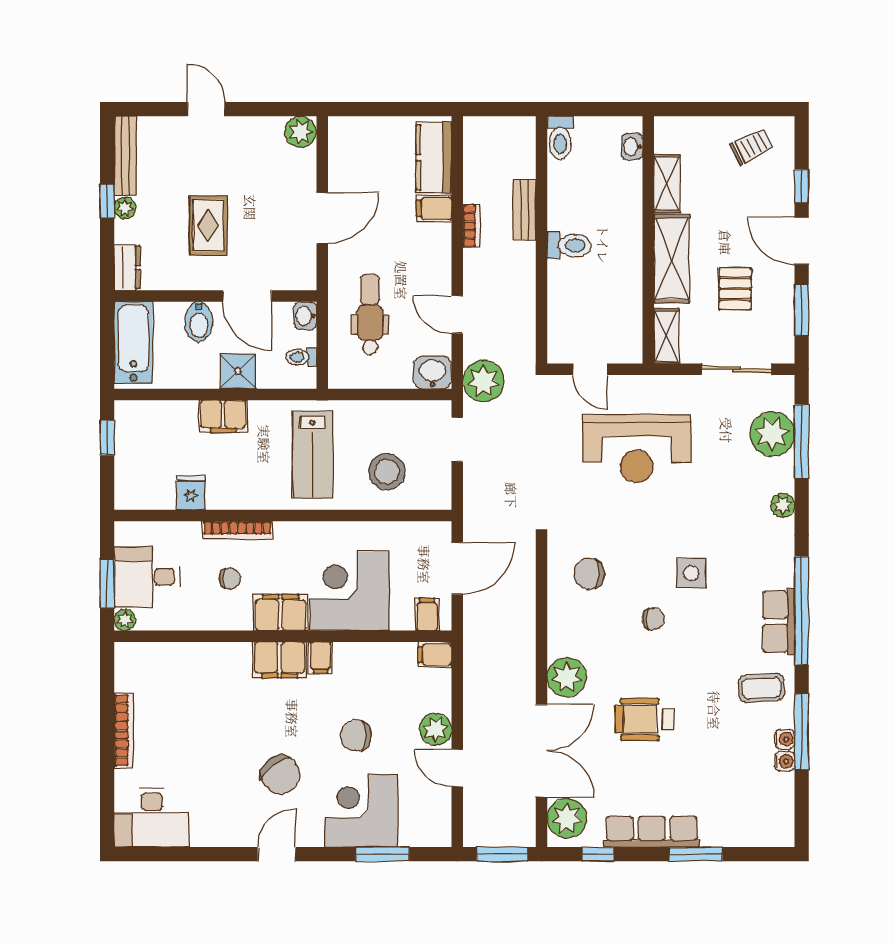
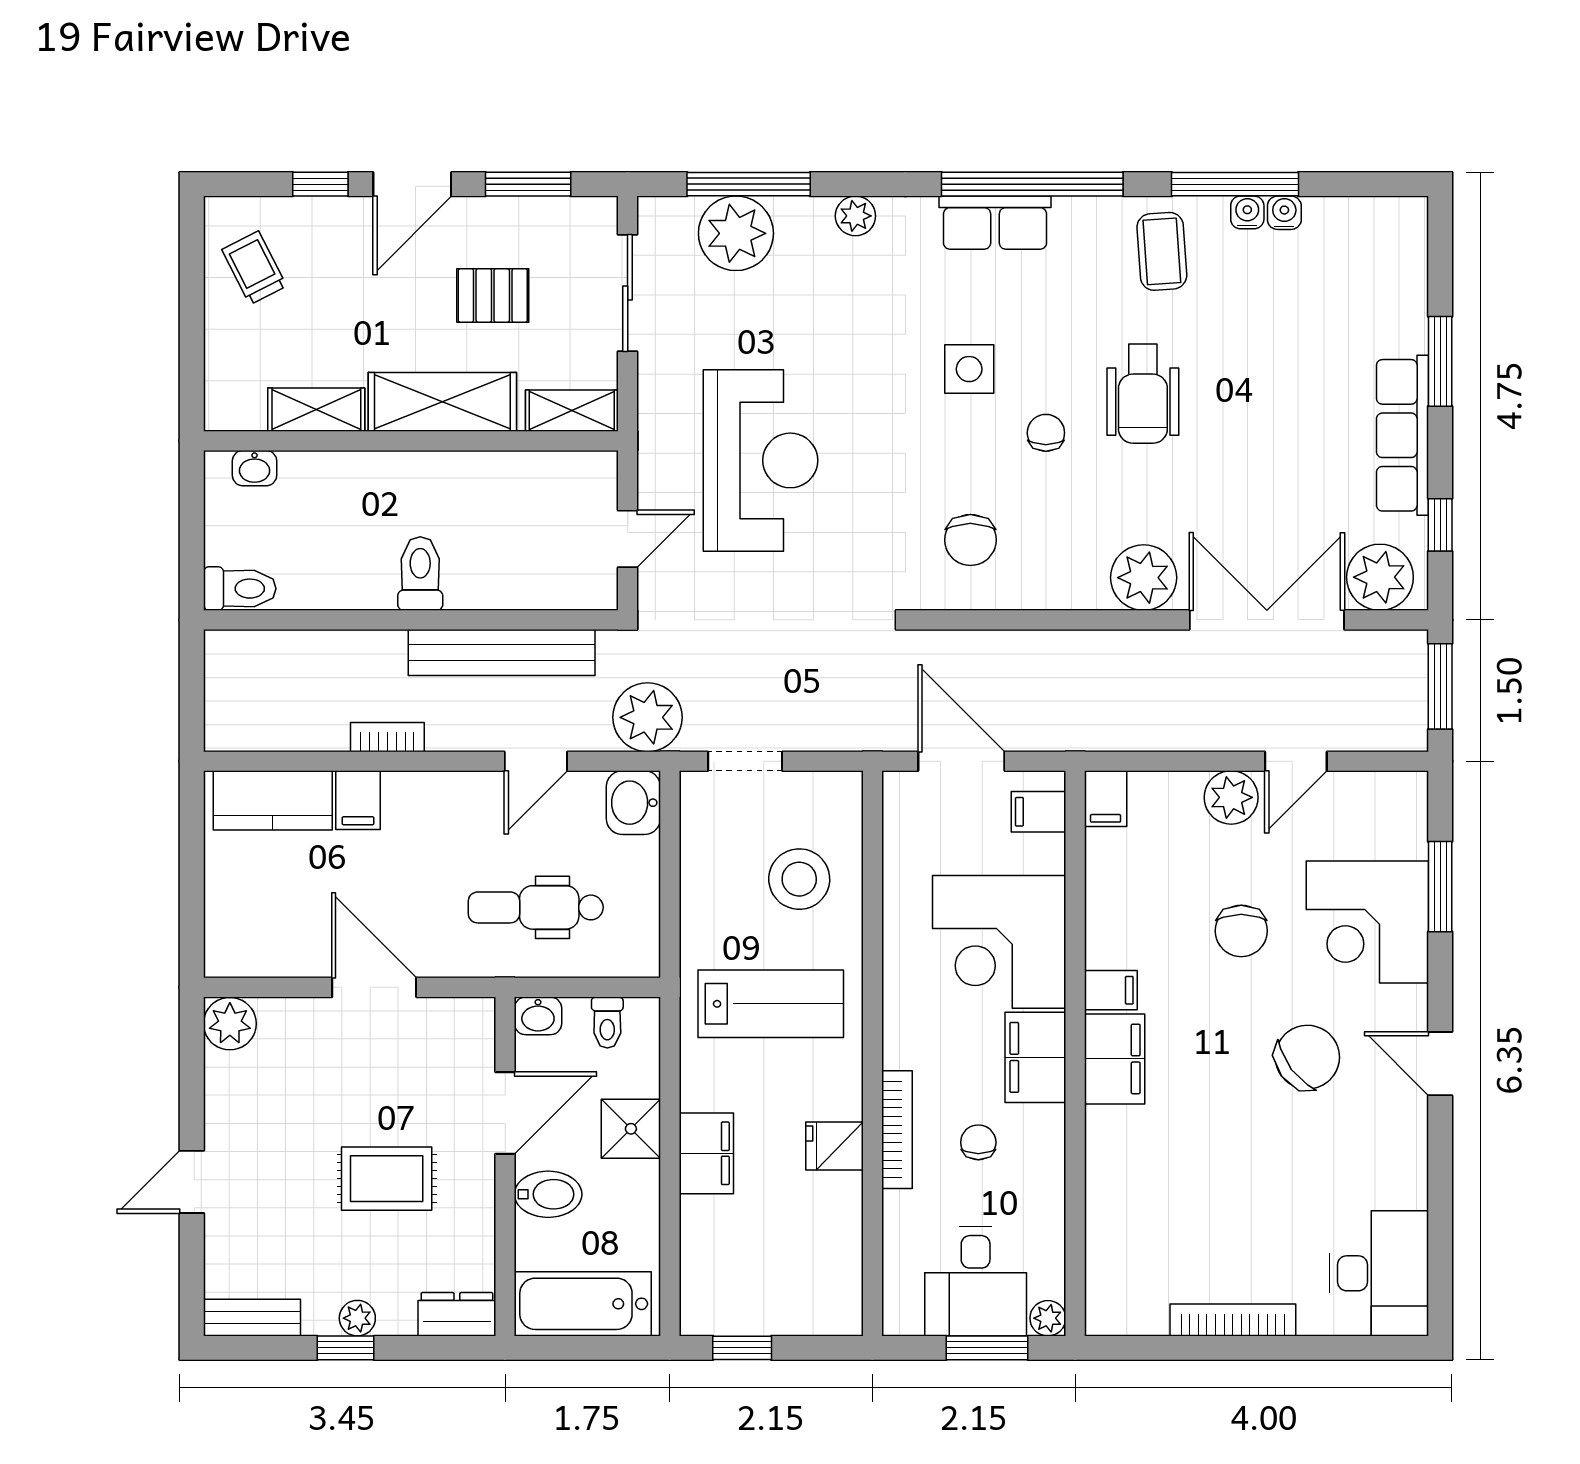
bench: (125, 156) -> (252, 1318), width x0.73
bench: (525, 210) -> (502, 653), moved, width x1.86, depth x1.21
fridge: (191, 493) -> (834, 1146), moved
row of seats: (779, 622) -> (995, 223), moved
wheelchair: (645, 719) -> (1143, 394), moved

